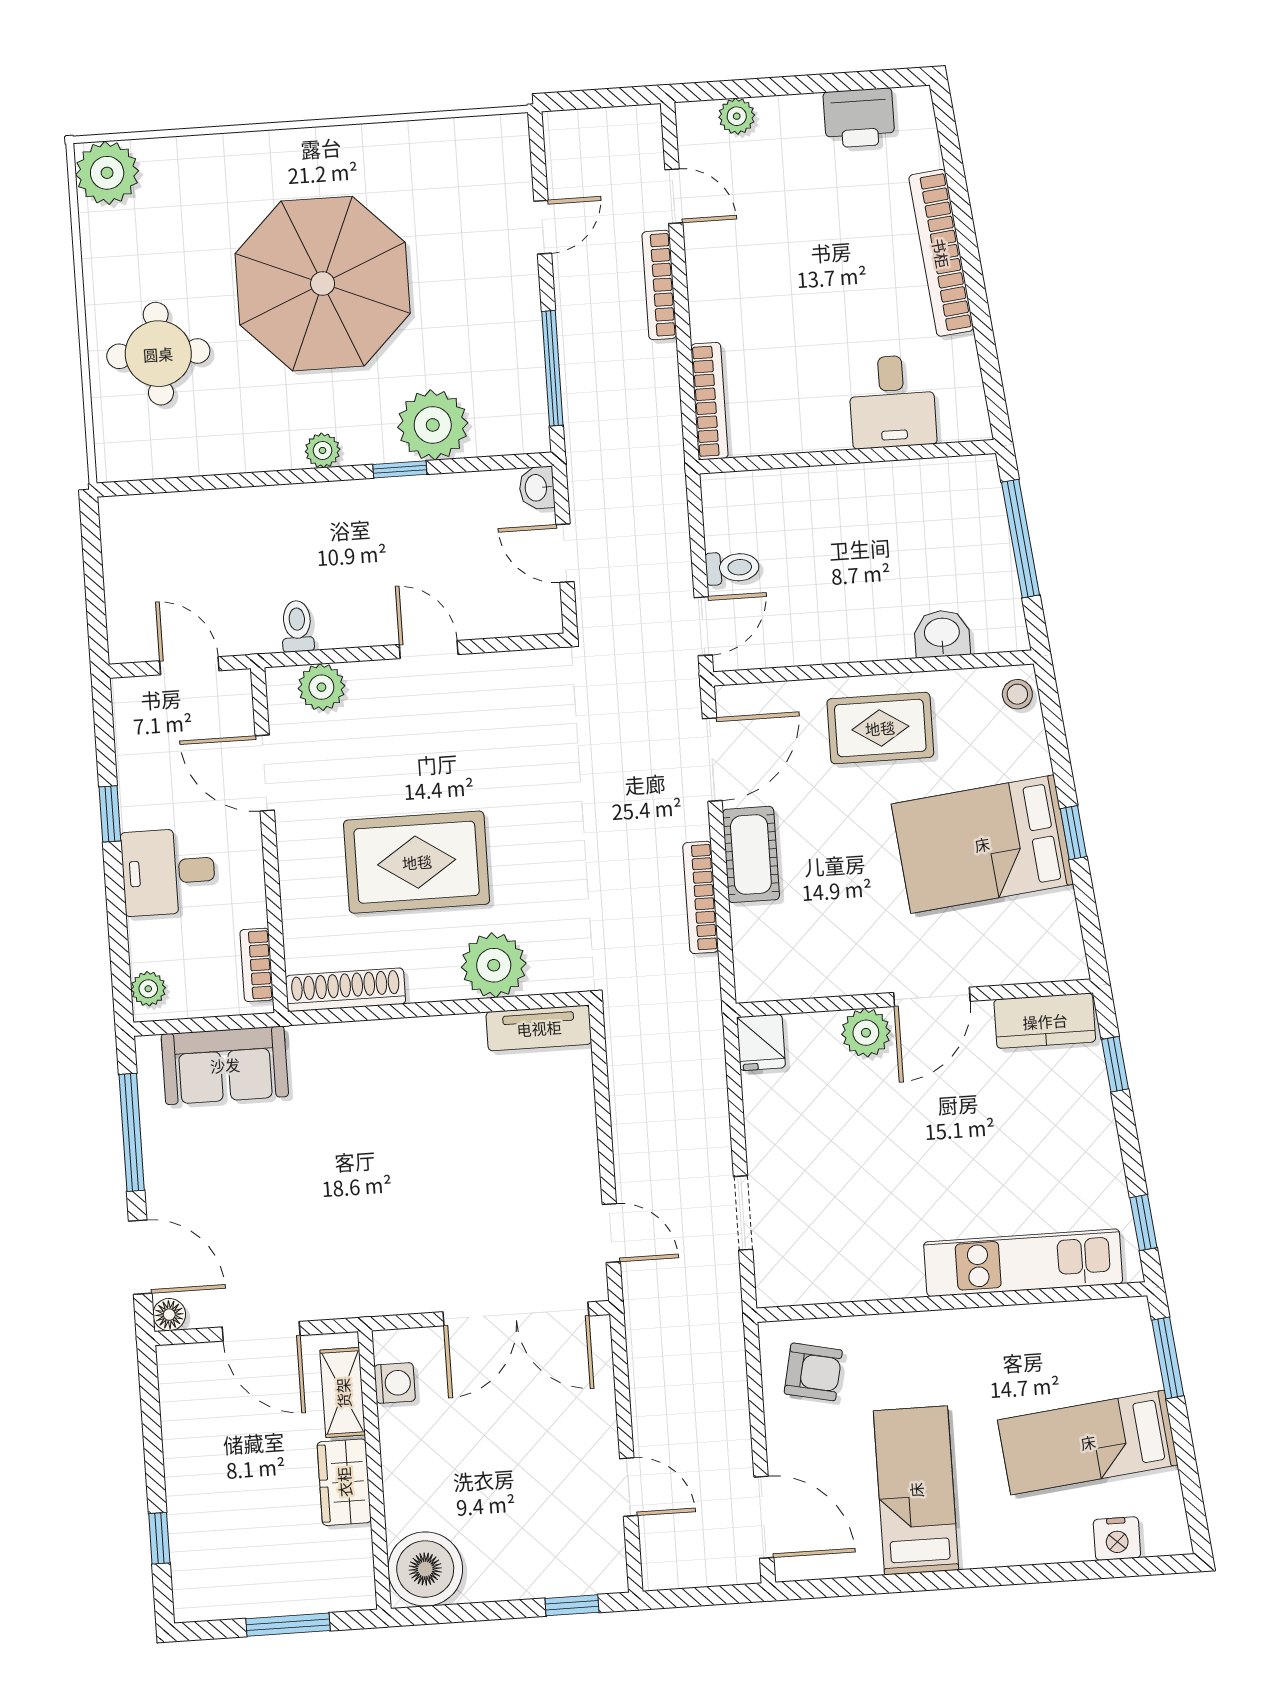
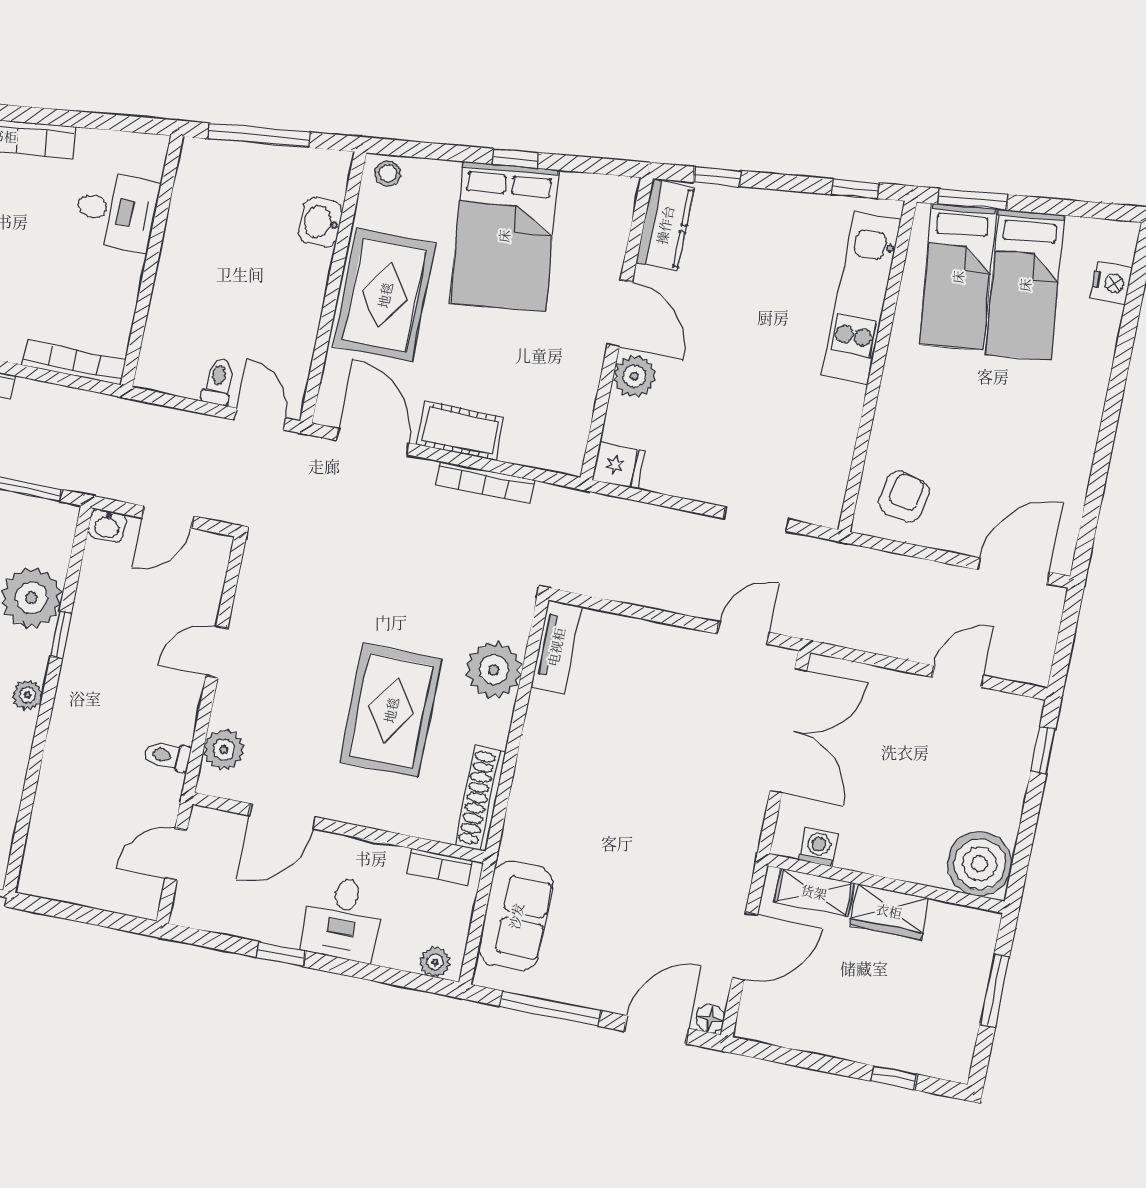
rug: (880, 728) -> (385, 295), width x1.36, depth x1.43
bed: (916, 1490) -> (958, 277), moved, turned -96

